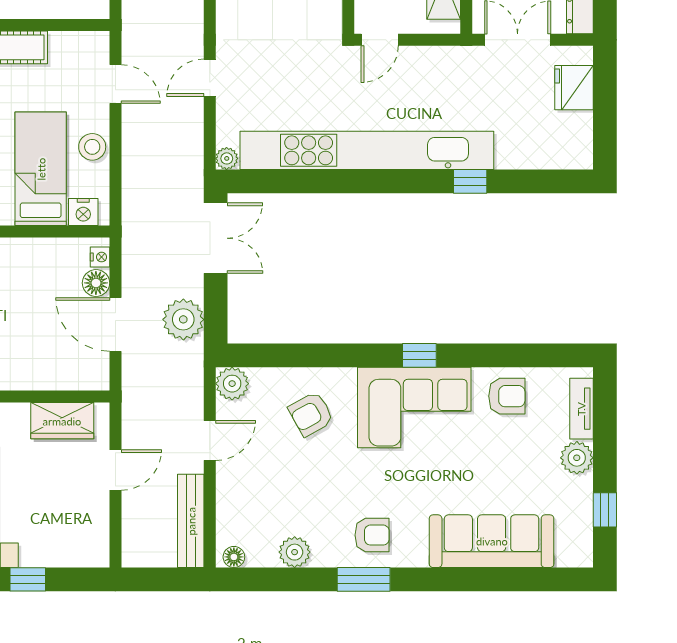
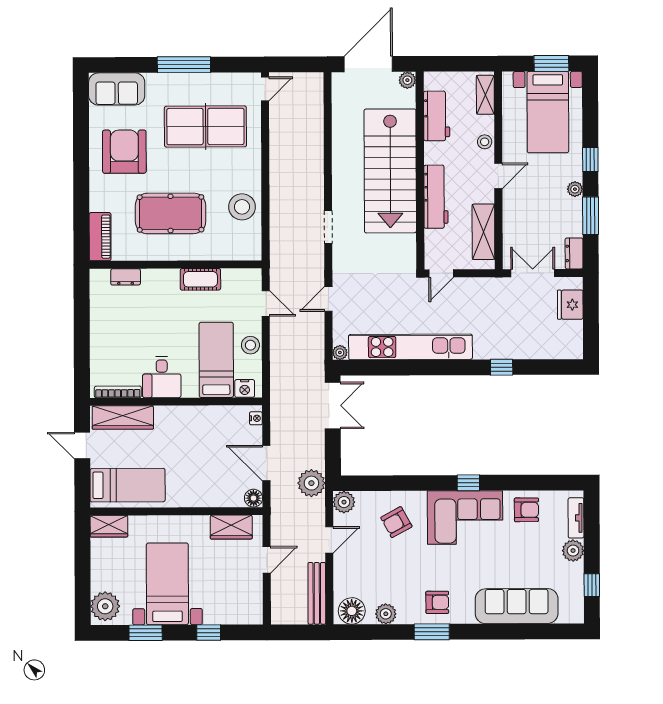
kitchen unit: (367, 150) -> (411, 347), width x0.73
floor lamp: (96, 283) -> (253, 498), moved
plant: (183, 319) -> (311, 483), moved
floor lamp: (234, 557) -> (352, 611), width x1.89, depth x1.89

